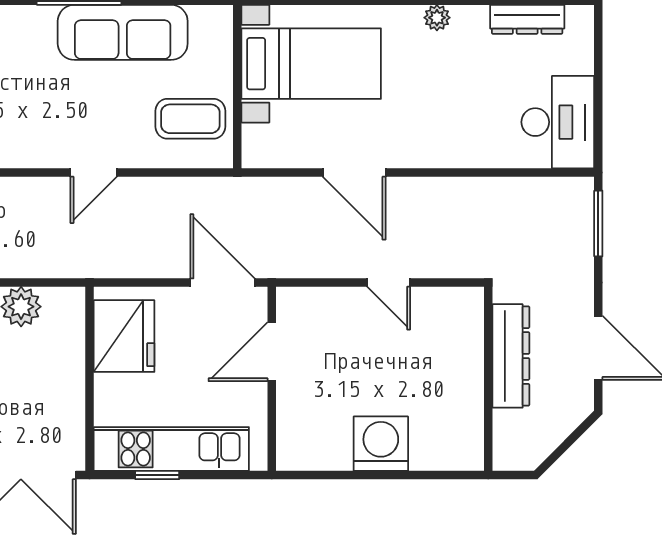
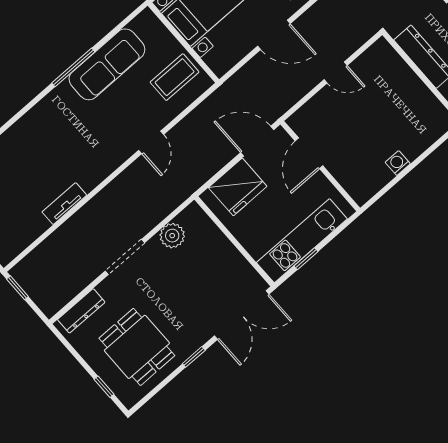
fridge: (124, 336) -> (238, 187), moved, turned 90
washing machine: (381, 444) -> (398, 163), width x0.53, depth x0.53

